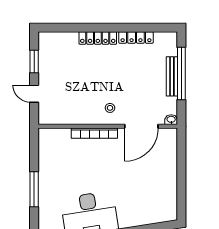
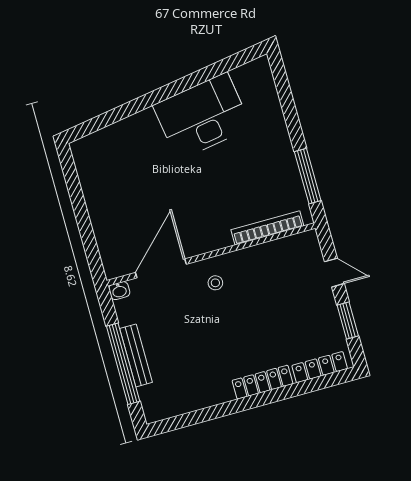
locker: (136, 37) -> (320, 367), moved
bookcase: (94, 133) -> (267, 228), moved
window: (34, 189) -> (308, 176), moved

